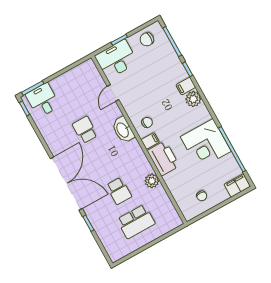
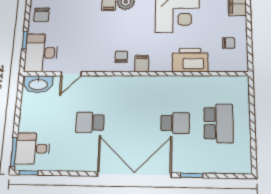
door: (113, 93) -> (71, 74), hinge flipped
washbasin: (123, 130) -> (38, 84), moved
printer: (163, 158) -> (190, 60), moved
plant: (152, 181) -> (184, 84), removed

